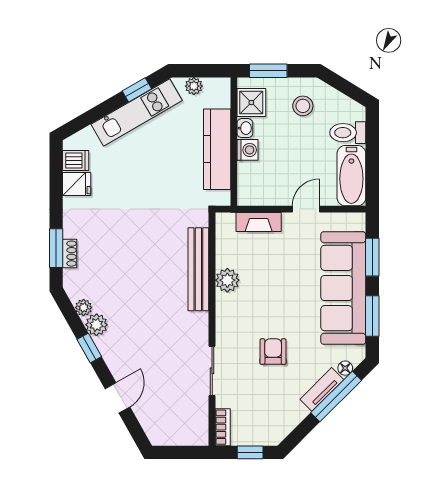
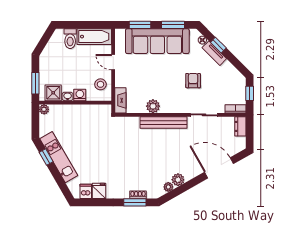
plant: (194, 86) -> (44, 109), moved
stool: (303, 106) -> (100, 84), moved
kitchen counter: (217, 149) -> (79, 112), removed
fireplace: (259, 222) -> (120, 100), moved
bench: (198, 269) -> (164, 122), moved
window: (89, 348) -> (191, 184), removed
armchair: (273, 352) -> (193, 81), turned 90
window: (336, 397) -> (218, 45), width x0.46
door: (117, 398) -> (219, 168), width x1.87
dresser: (191, 436) -> (240, 126), added

